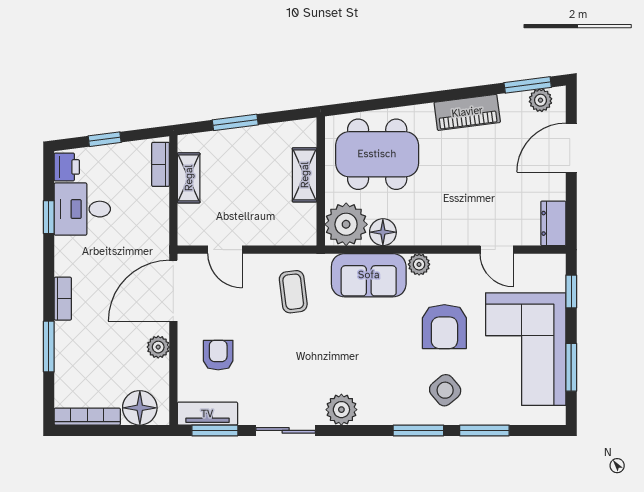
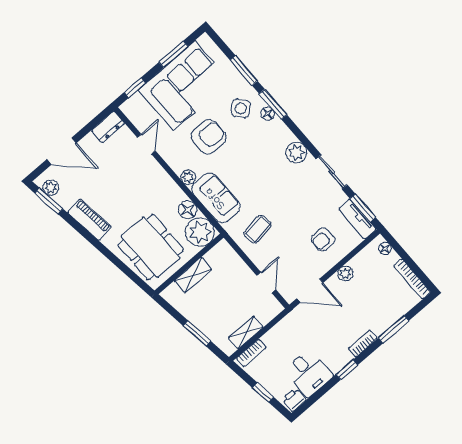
window: (49, 217) -> (347, 370), moved
door: (173, 291) -> (310, 291), width x0.73
floor lamp: (140, 408) -> (385, 248), width x0.53, depth x0.53
floor lamp: (413, 415) -> (268, 114), added

